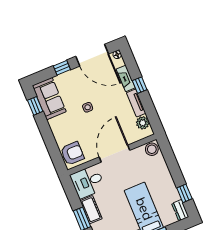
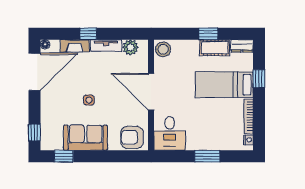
window: (62, 68) -> (34, 132), moved
sofa: (49, 99) -> (85, 138), moved
armchair: (72, 153) -> (132, 137), turned -90
window: (184, 193) -> (208, 34), moved
cot: (91, 210) -> (215, 48), moved

